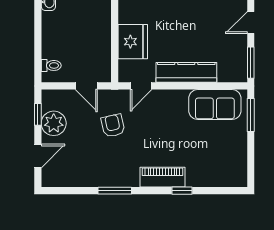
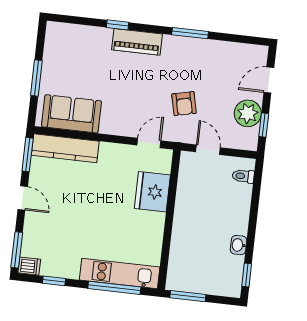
door: (251, 23) -> (23, 198), hinge flipped
kitchen counter: (186, 72) -> (65, 148), moved
window: (251, 115) -> (36, 78), moved

